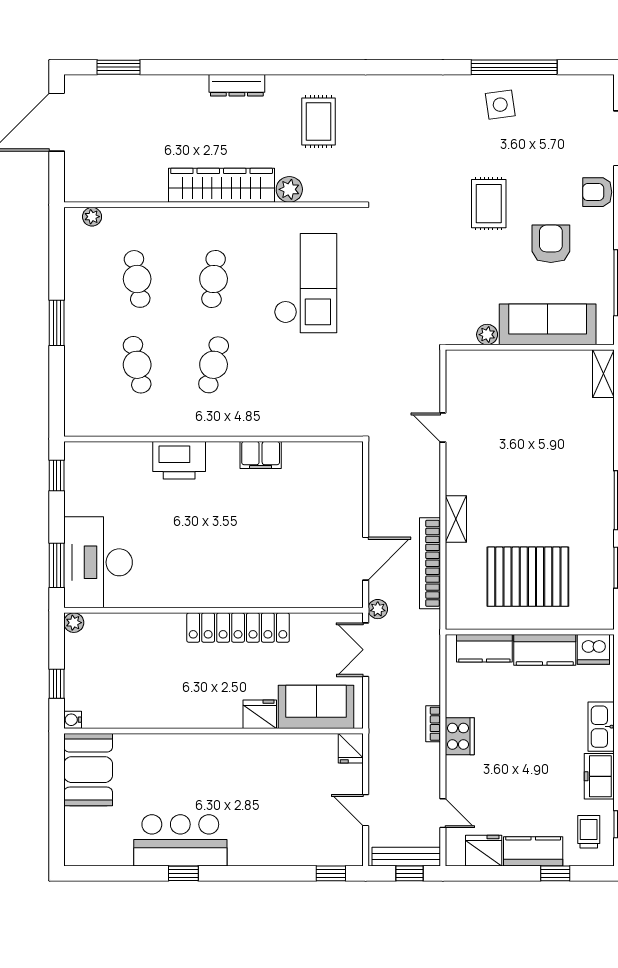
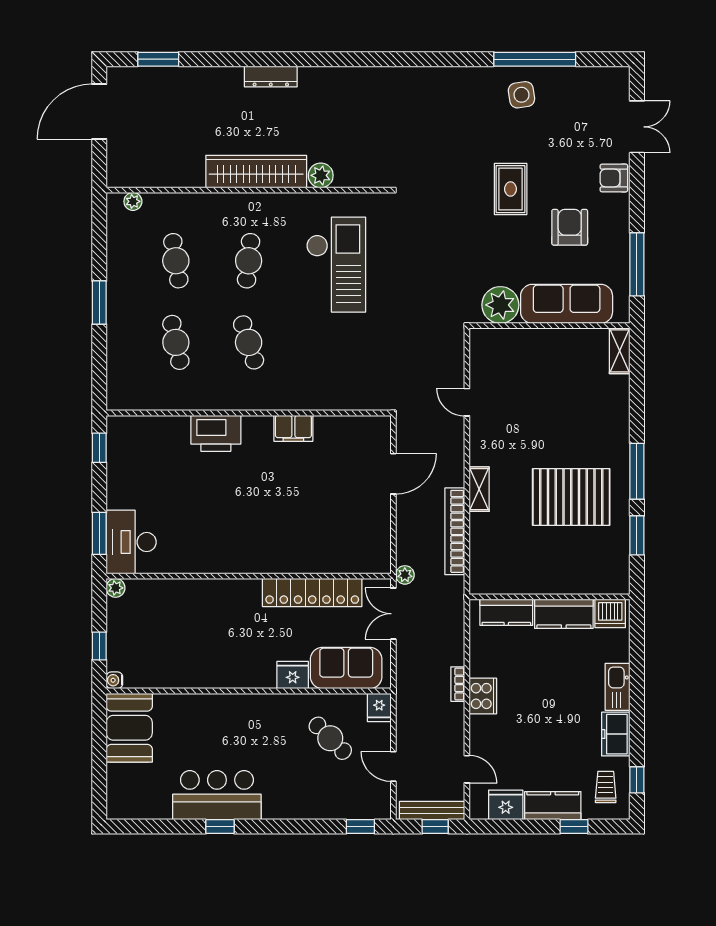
rug: (318, 122) -> (348, 111), removed
plant: (487, 335) -> (500, 305), width x1.88, depth x1.88
cafe table: (214, 365) -> (249, 342), turned -33
door: (366, 559) -> (393, 474), moved
desk: (98, 562) -> (131, 542), width x0.73, depth x0.77
pallet: (528, 577) -> (571, 497), moved
locker: (238, 628) -> (312, 593), moved
cafe table: (299, 781) -> (330, 738), added

